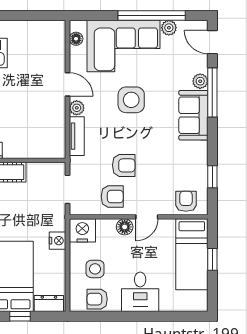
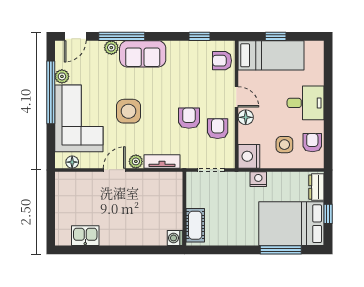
armchair: (97, 299) -> (312, 143), turned 180

